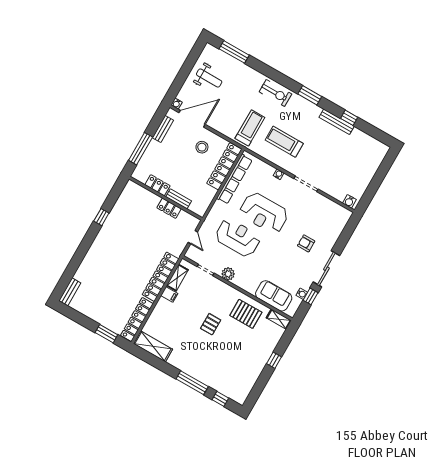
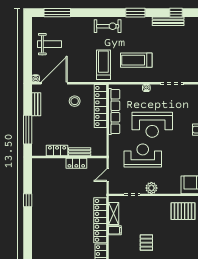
door: (193, 237) -> (108, 175), swing flipped
pallet: (211, 324) -> (146, 243), moved

